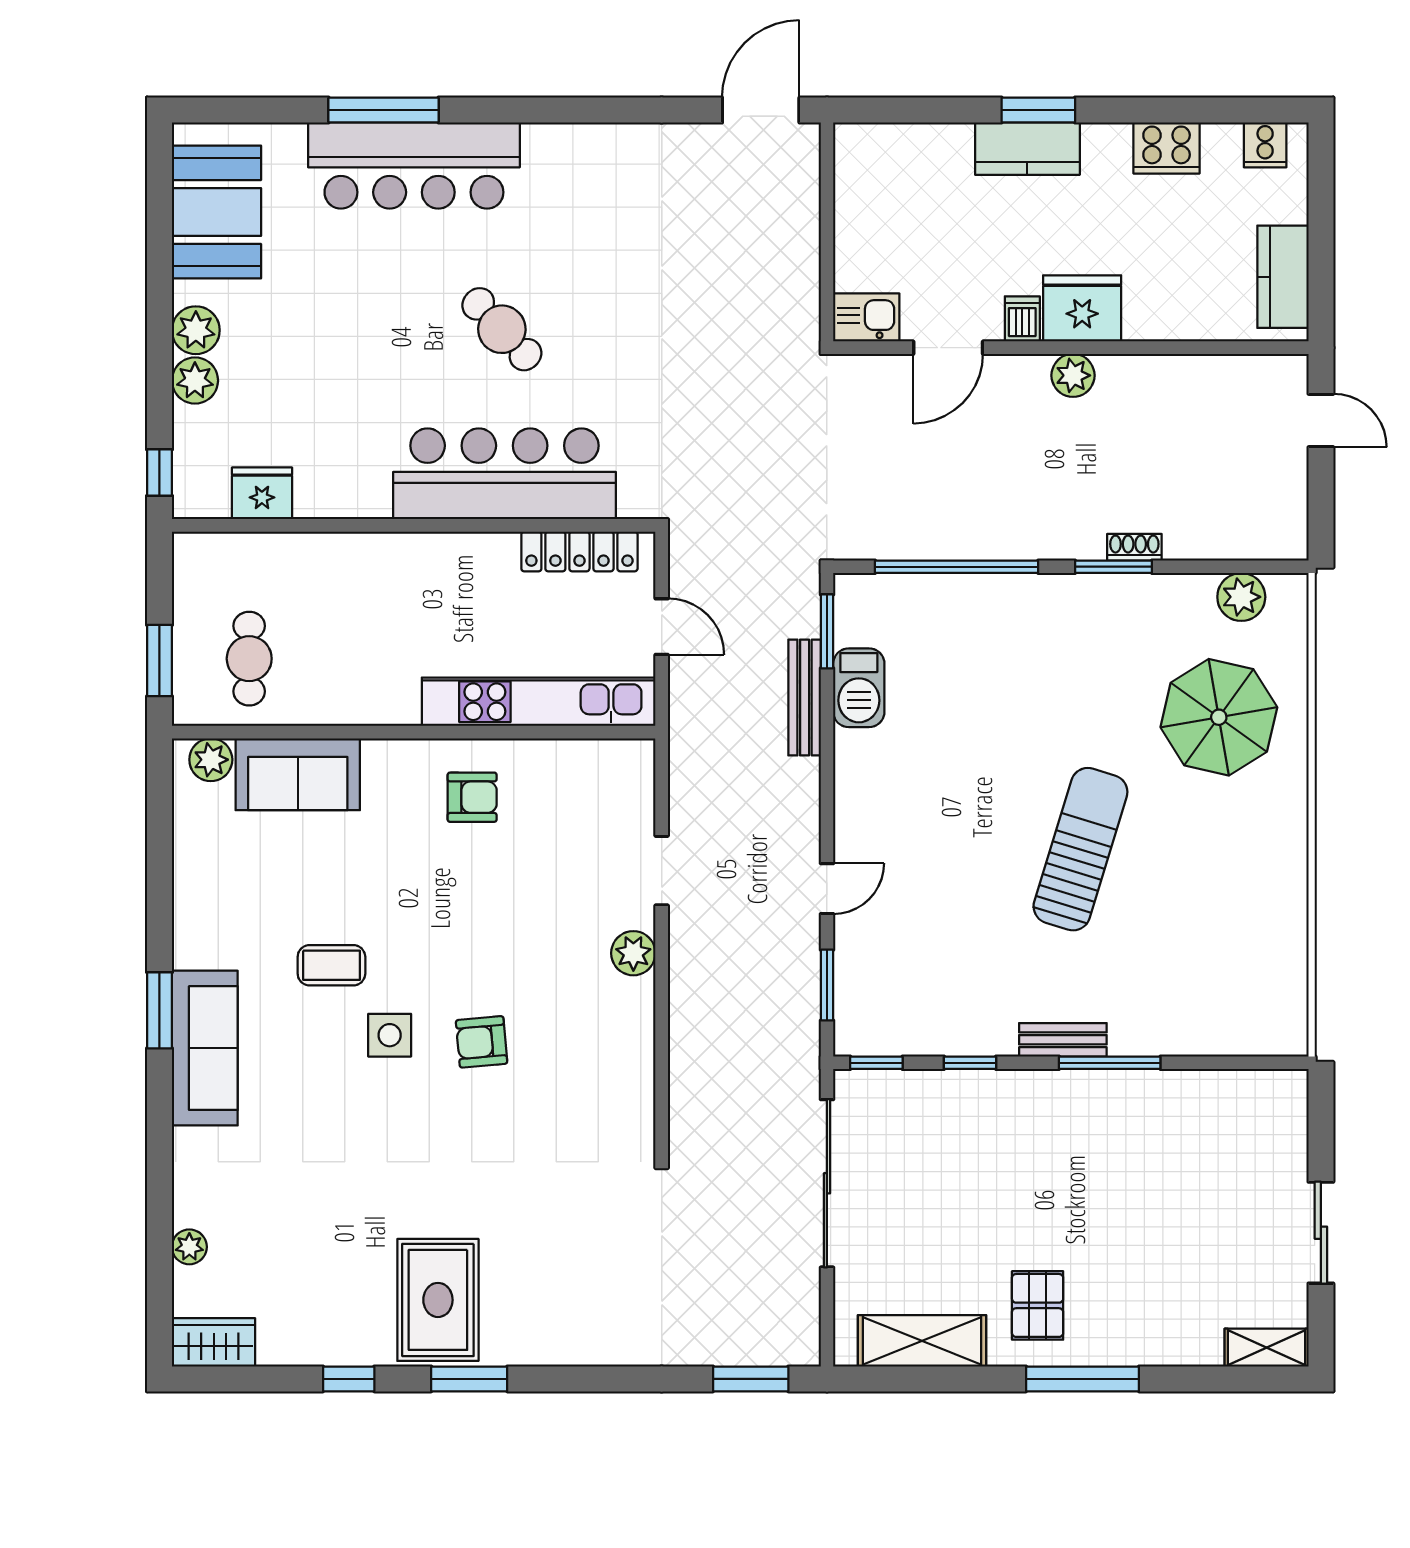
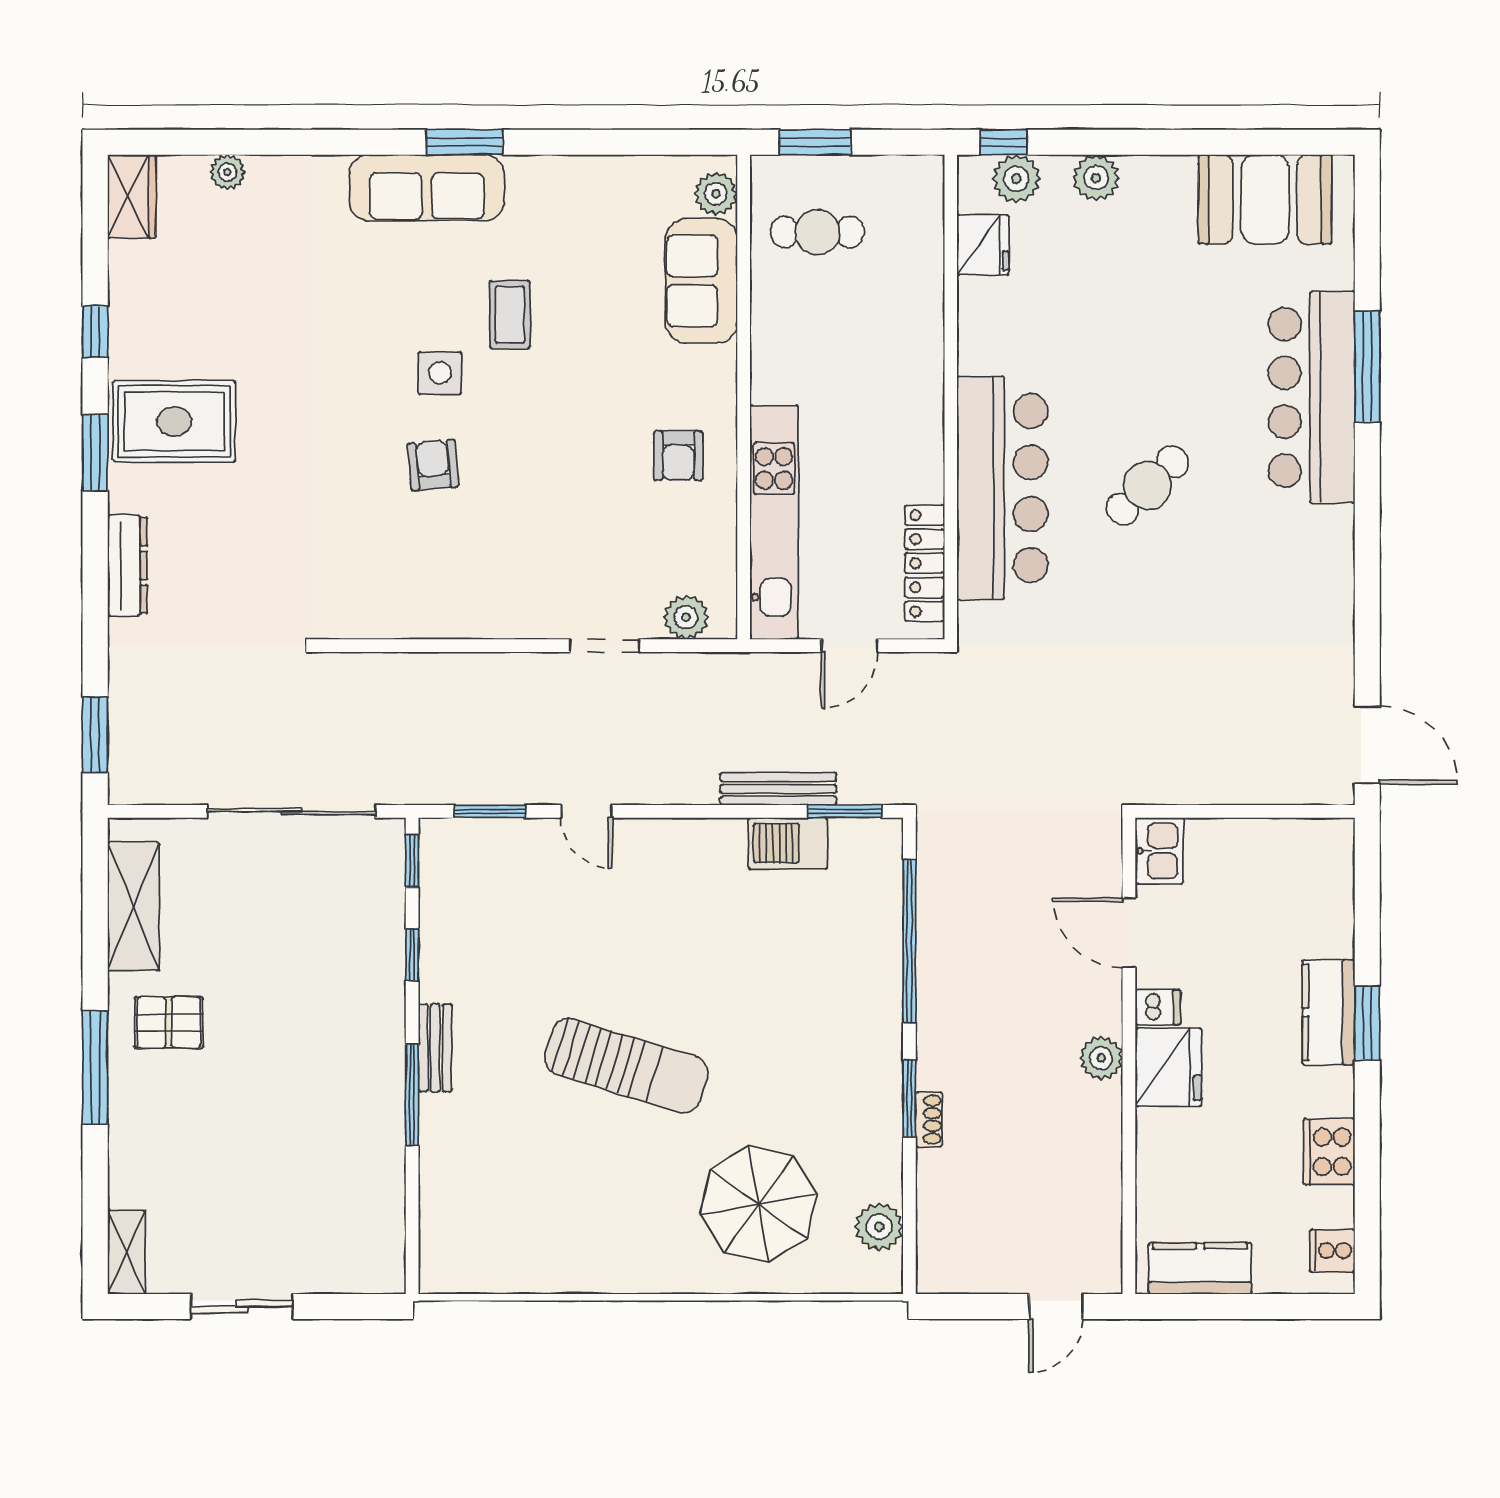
plant: (196, 330) -> (1016, 179), moved
plant: (633, 953) -> (686, 617), moved
dresser: (582, 1347) -> (127, 565), added

